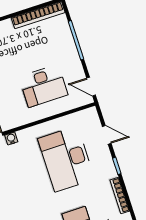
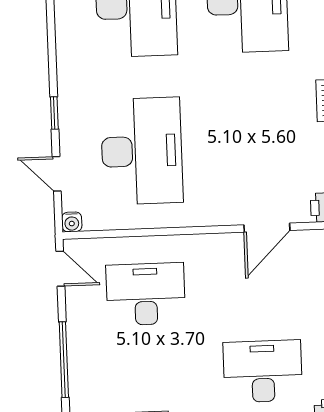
water cooler: (11, 138) -> (72, 222), moved
bookcase: (120, 195) -> (64, 58), removed

